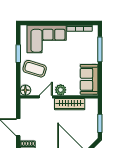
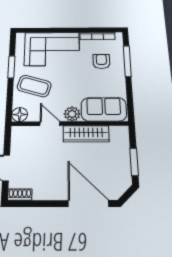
armchair: (82, 49) -> (101, 61), added
sofa: (89, 79) -> (104, 109), moved, turned 90
door: (46, 97) -> (50, 124), hinge flipped

